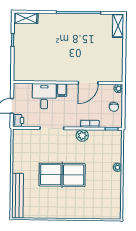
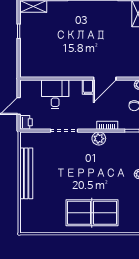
filing cabinet: (62, 90) -> (88, 87), moved
table tennis table: (62, 175) -> (92, 213), moved
bench: (17, 196) -> (26, 173), moved

